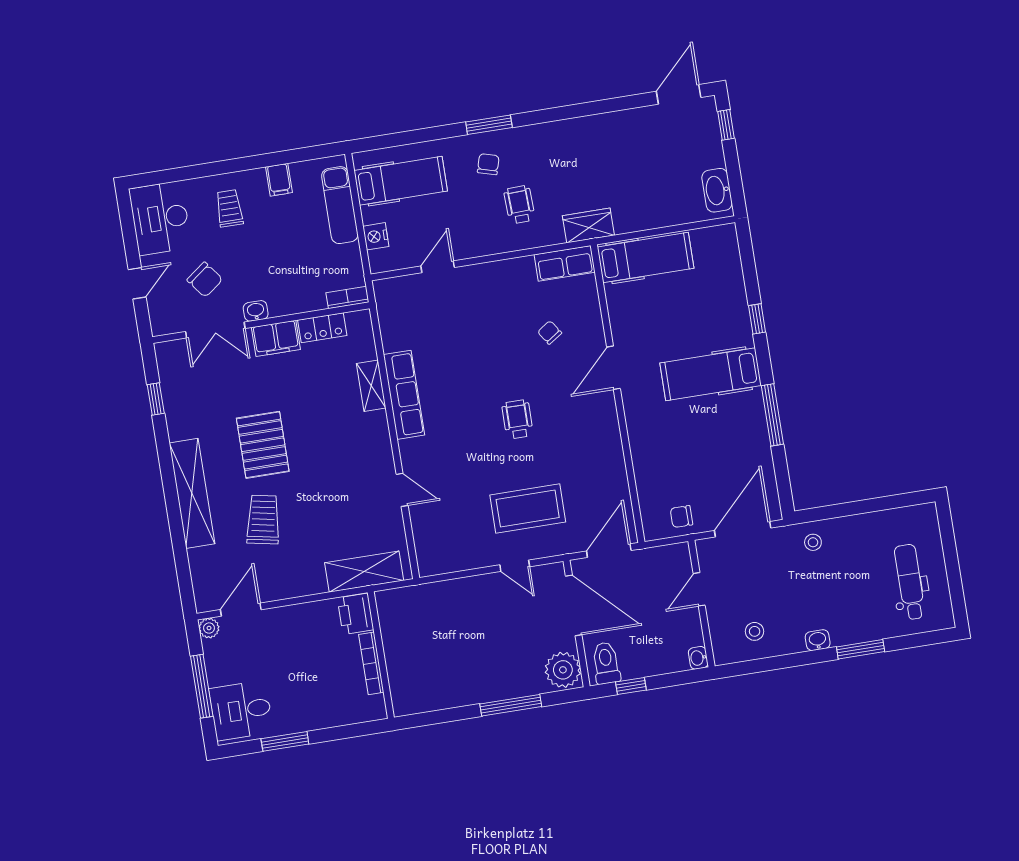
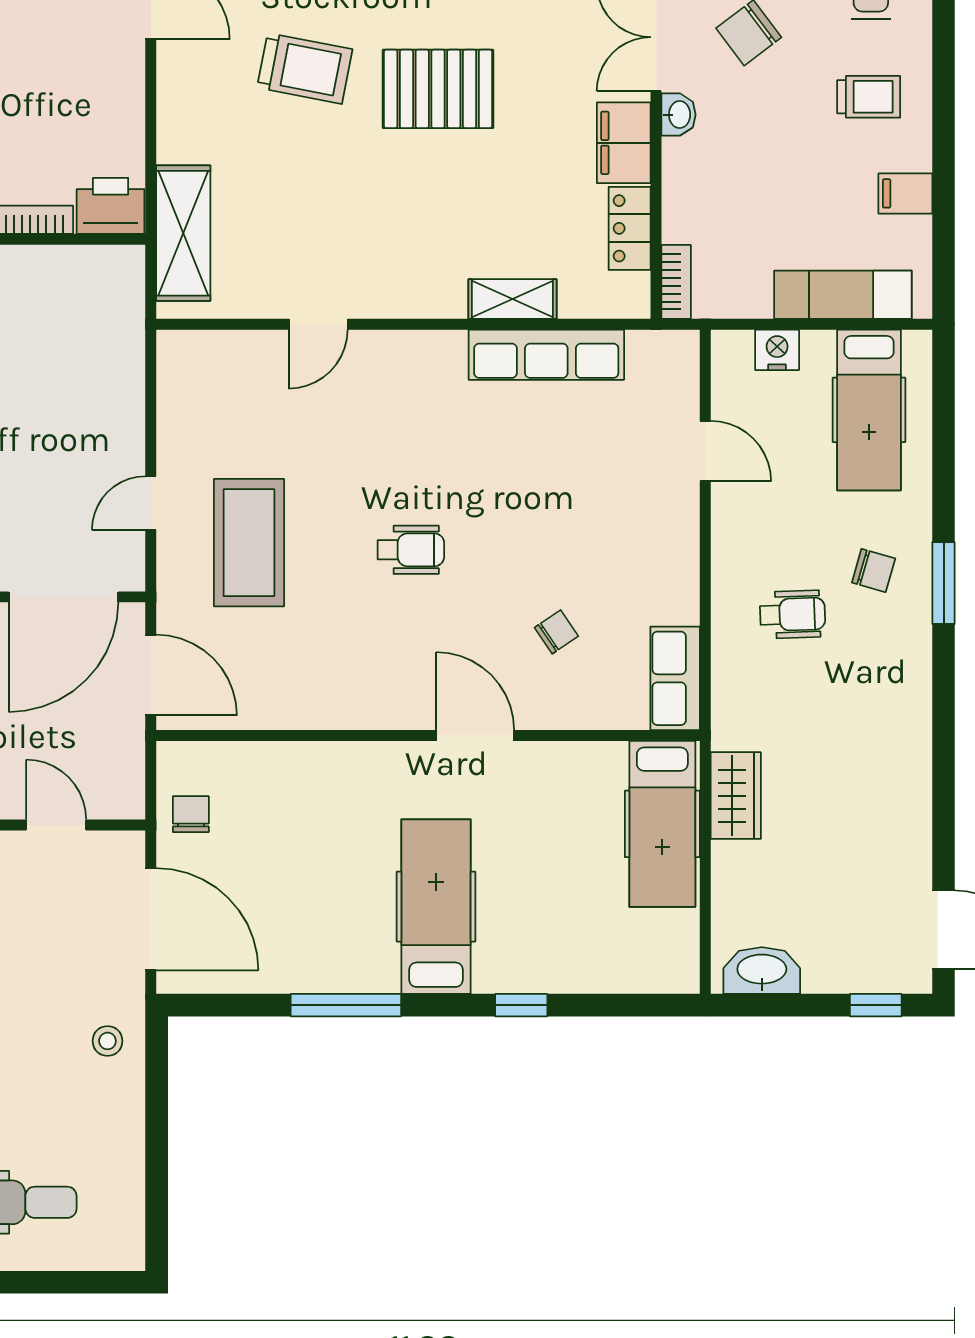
wardrobe: (588, 226) -> (736, 796), moved
row of seats: (404, 395) -> (546, 355), moved

